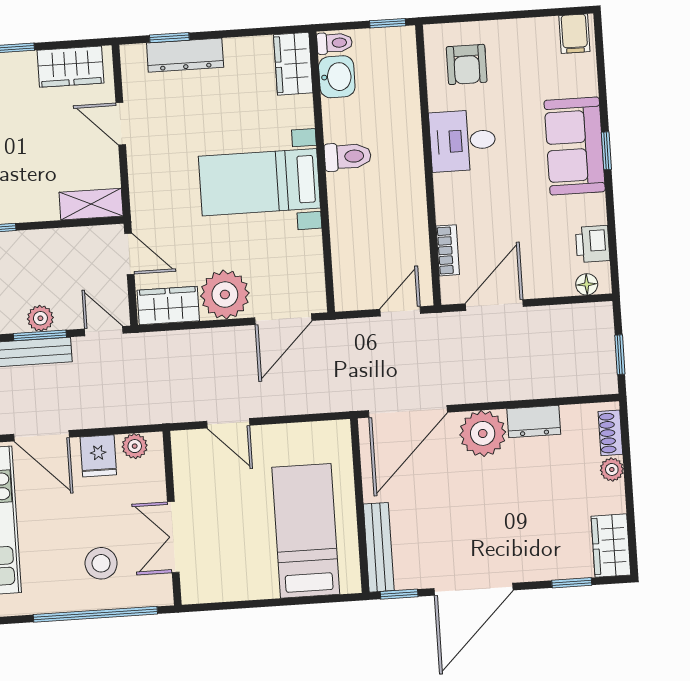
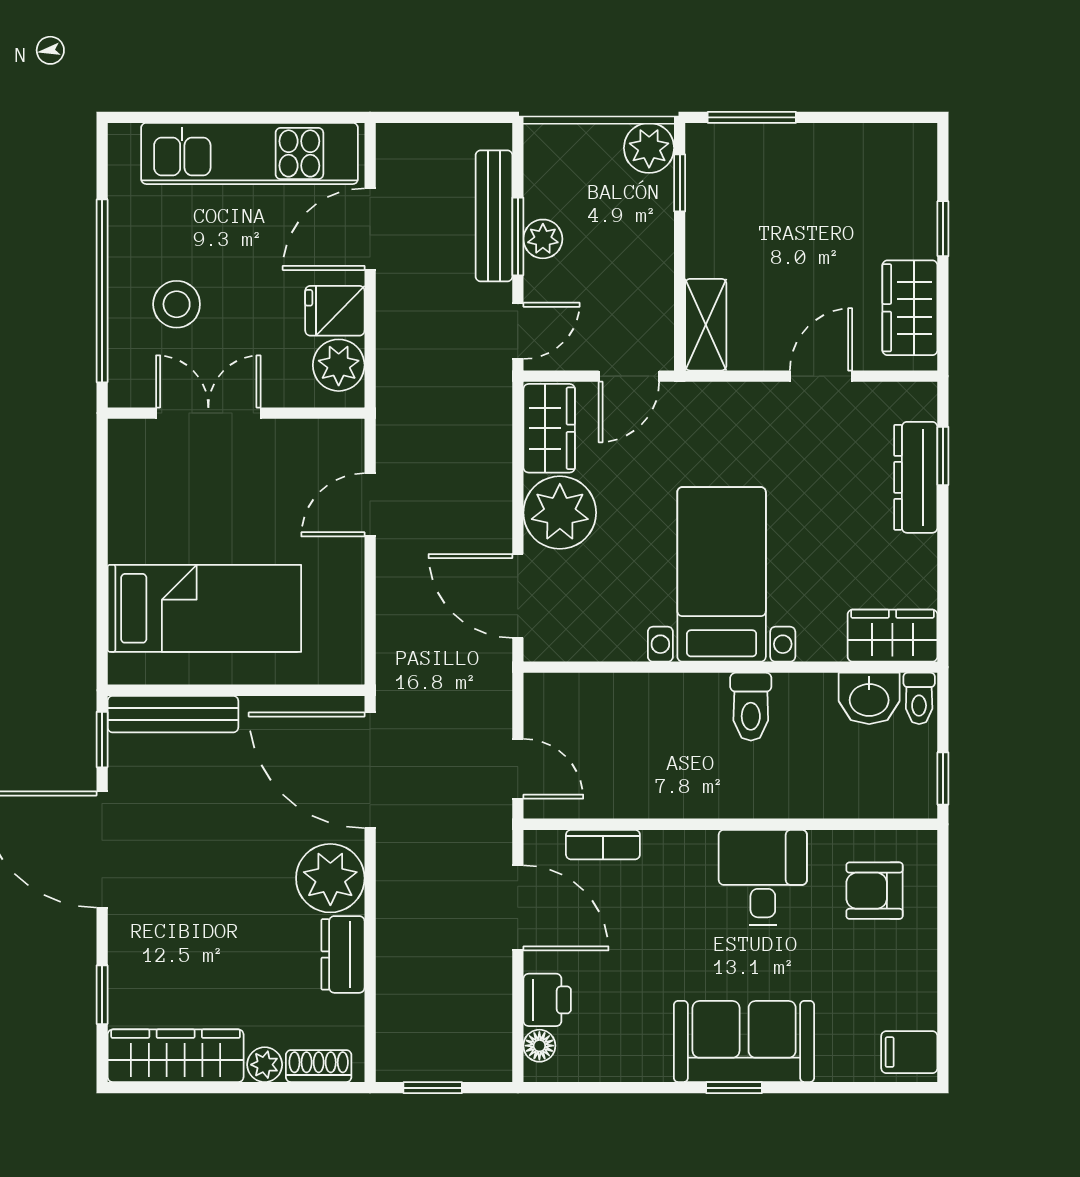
printer: (593, 244) -> (547, 1000), moved, turned 90
plant: (135, 446) -> (339, 365), width x1.38, depth x1.38
wardrobe: (611, 546) -> (176, 1056), width x1.50

